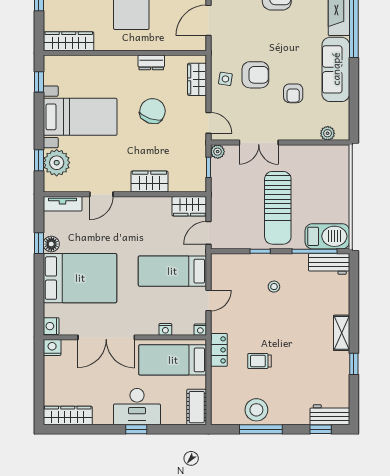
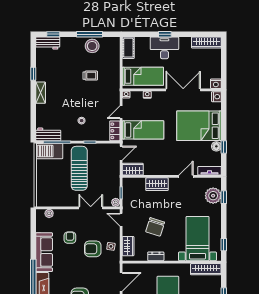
bed with nightstands: (80, 117) -> (198, 239), moved, turned 90
locker: (219, 350) -> (115, 131), moved

